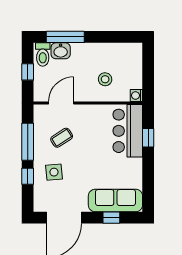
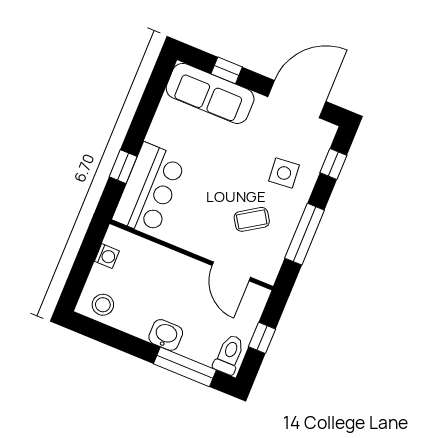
washbasin: (61, 51) -> (166, 335), moved
stool: (105, 79) -> (103, 305), moved
washing machine: (136, 95) -> (107, 256), moved
door: (61, 103) -> (231, 271), hinge flipped
window: (28, 176) -> (333, 164), moved

